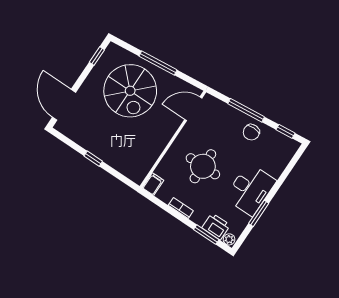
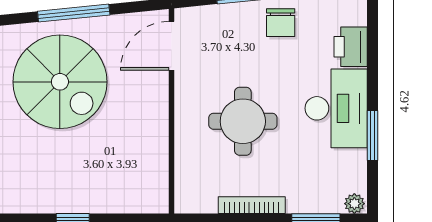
filing cabinet: (153, 184) -> (187, 197), removed
bookcase: (181, 208) -> (252, 205), width x1.56
printer: (216, 226) -> (351, 47), moved, turned -90

